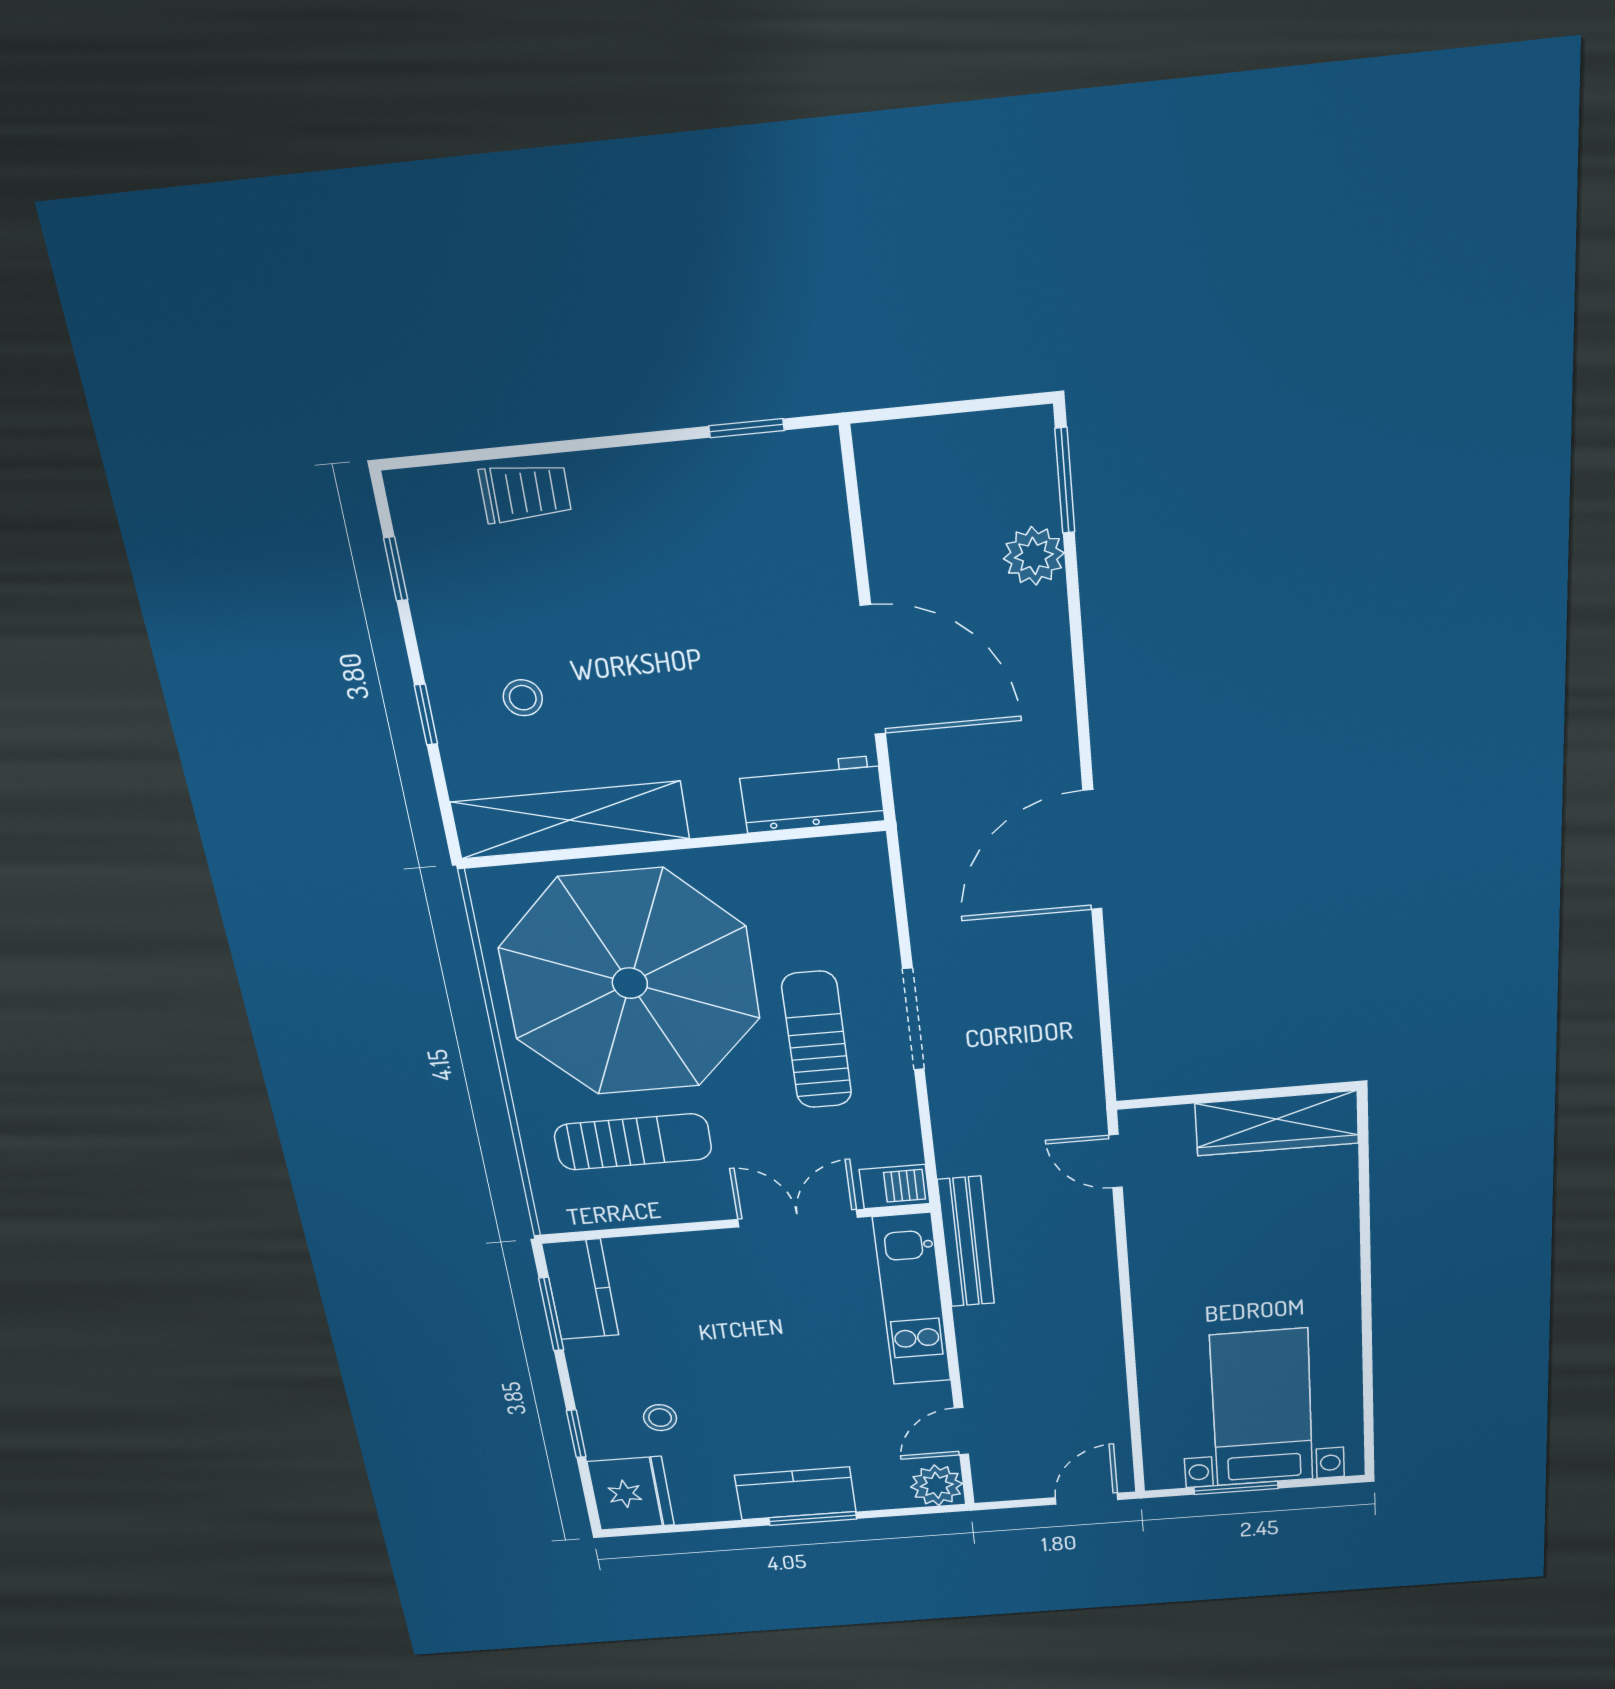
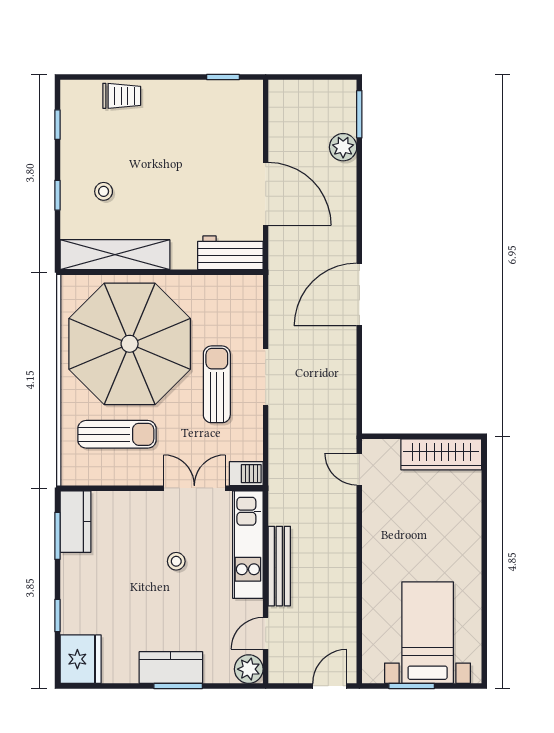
bench: (966, 1242) -> (279, 566), moved
stool: (660, 1418) -> (176, 561), moved

